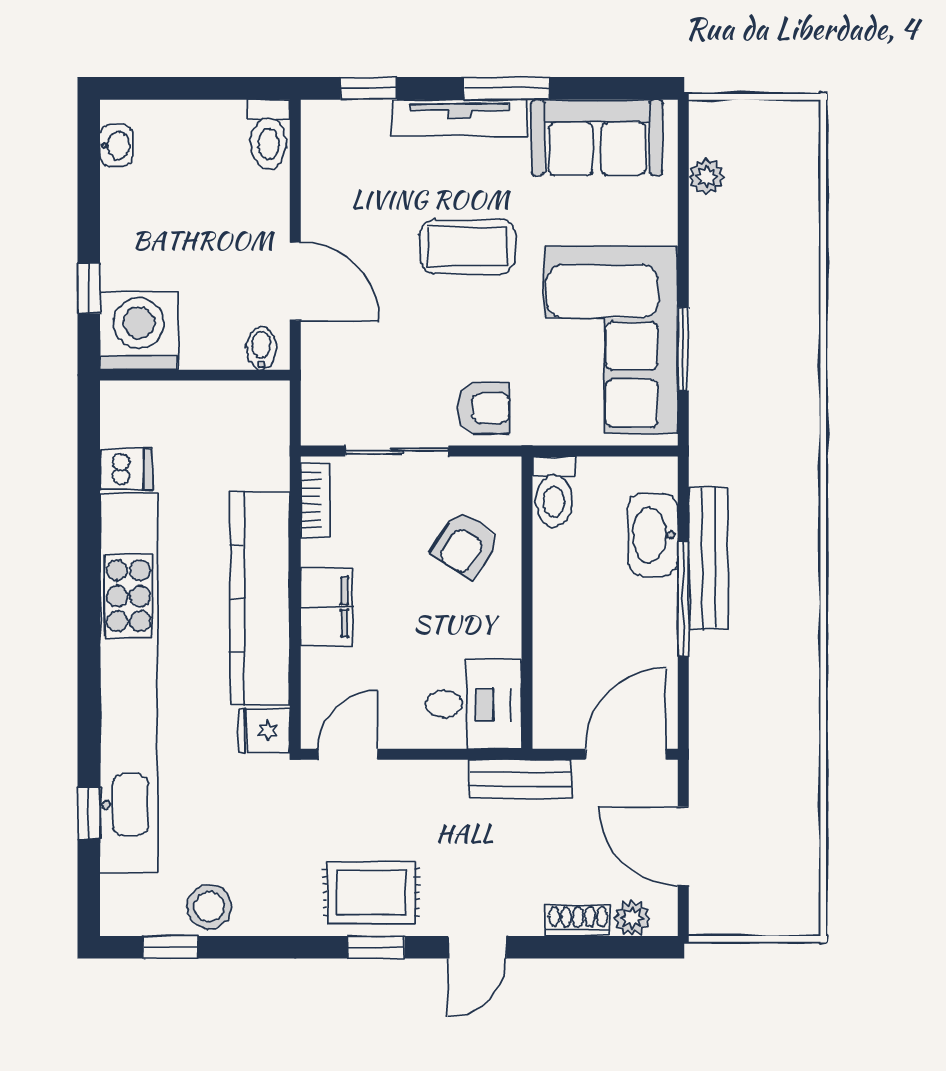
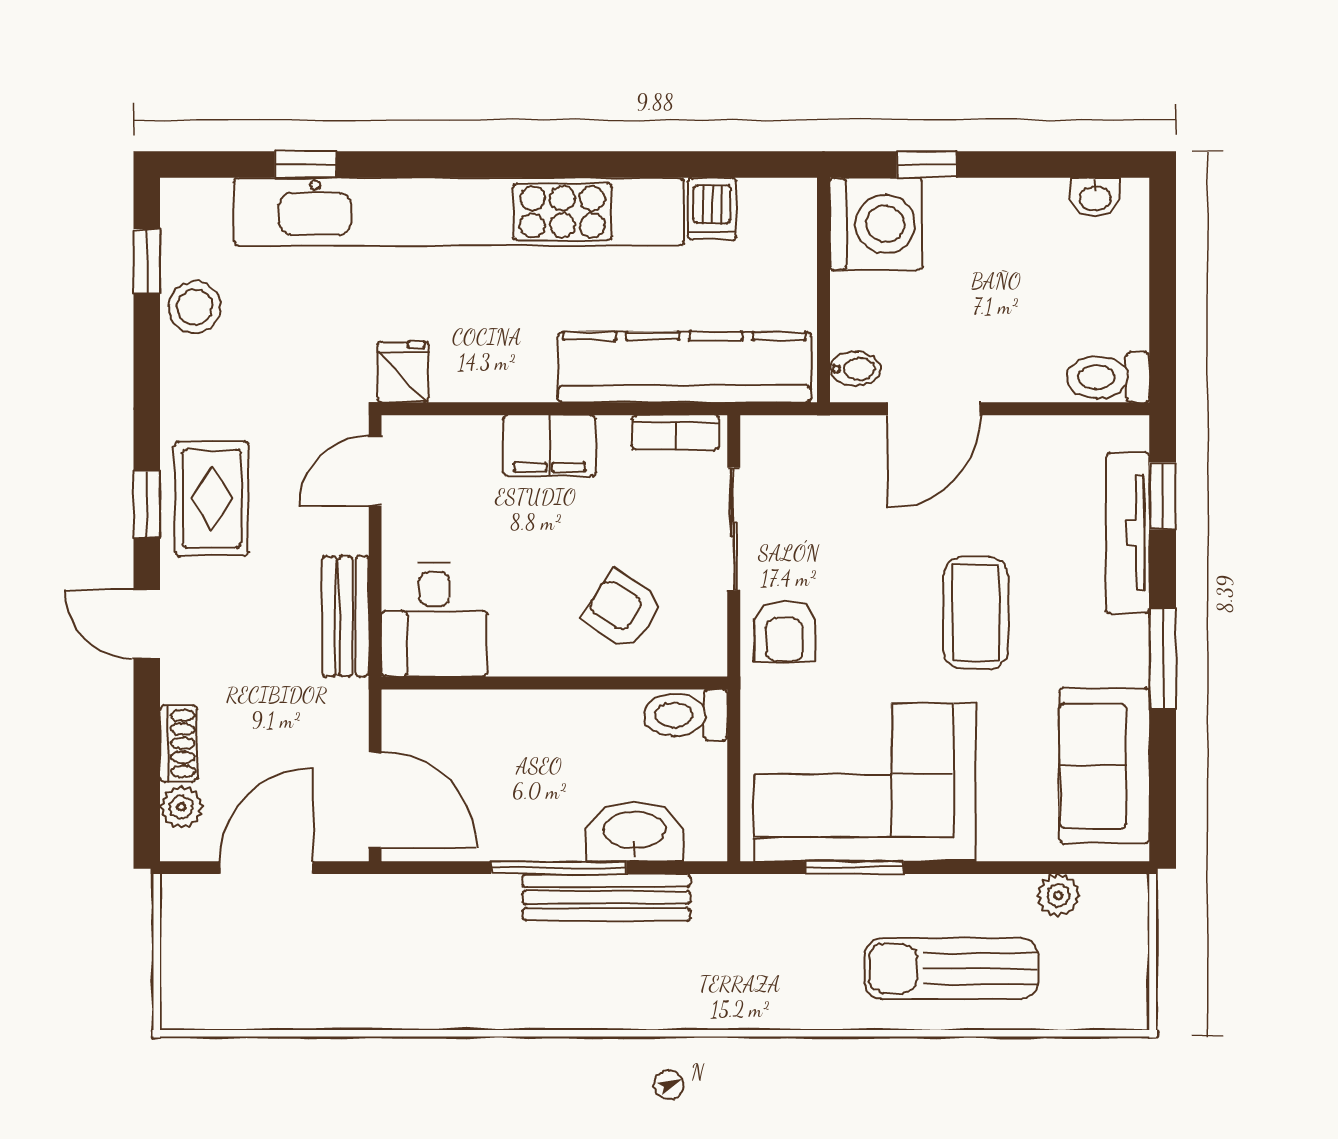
tv unit: (460, 118) -> (1128, 533), moved
sun lounger: (769, 267) -> (951, 969), added
kitchen counter: (260, 598) -> (684, 367), moved
door: (348, 754) -> (375, 471), swing flipped
bench: (520, 779) -> (346, 616), moved

